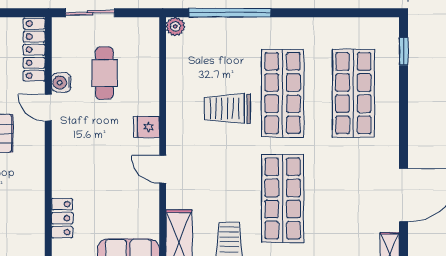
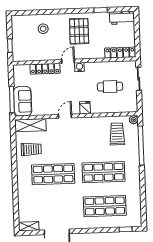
water cooler: (61, 82) -> (79, 67), moved
door: (48, 108) -> (68, 61), moved
trolley: (228, 109) -> (117, 134), moved
locker: (62, 218) -> (45, 69), width x1.53

